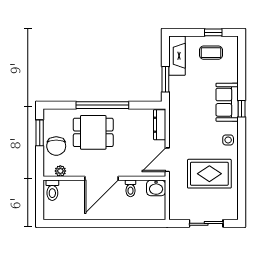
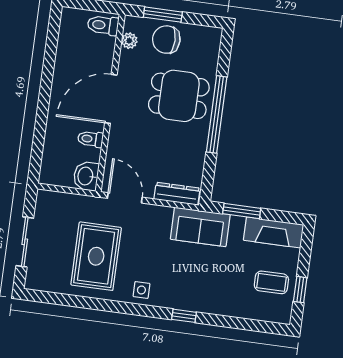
coffee table: (211, 53) -> (271, 282), turned 90
sofa: (227, 102) -> (200, 227), moved, turned 180
dining table: (93, 132) -> (179, 96), turned 90
window: (40, 133) -> (163, 15), moved
door: (101, 178) -> (111, 99), hinge flipped

